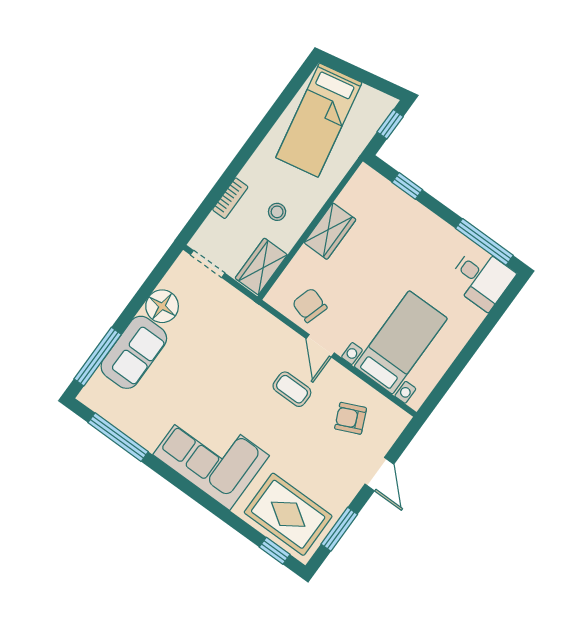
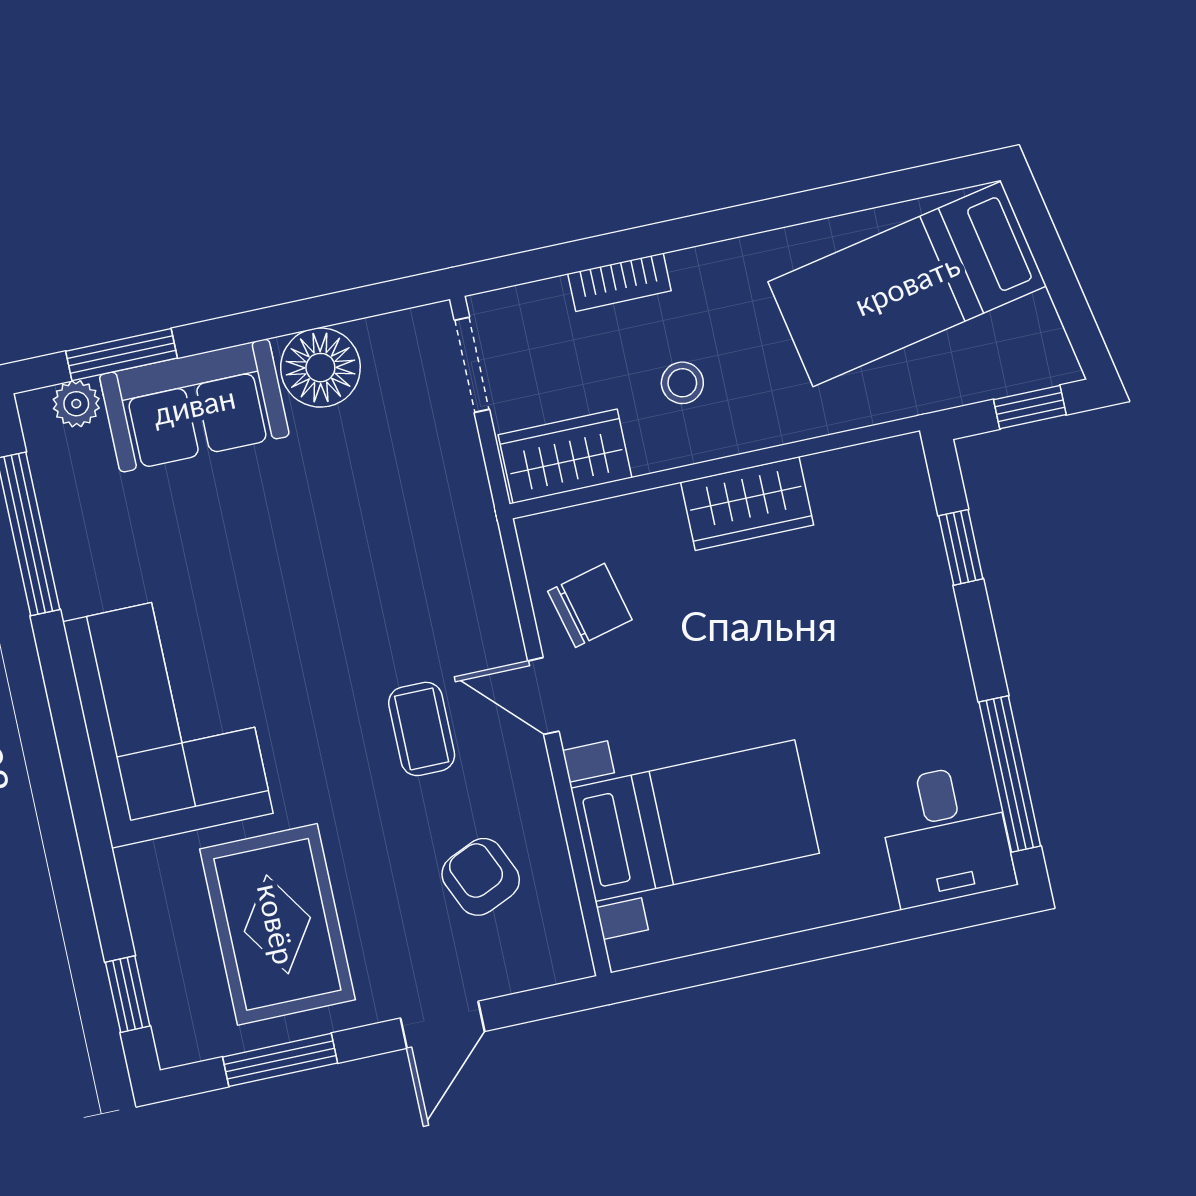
chair: (310, 305) -> (590, 605), turned 59
door: (320, 346) -> (543, 696), hinge flipped
window: (98, 357) -> (122, 355), width x0.69
plant: (97, 384) -> (76, 404), added
rug: (288, 514) -> (277, 924), moved

